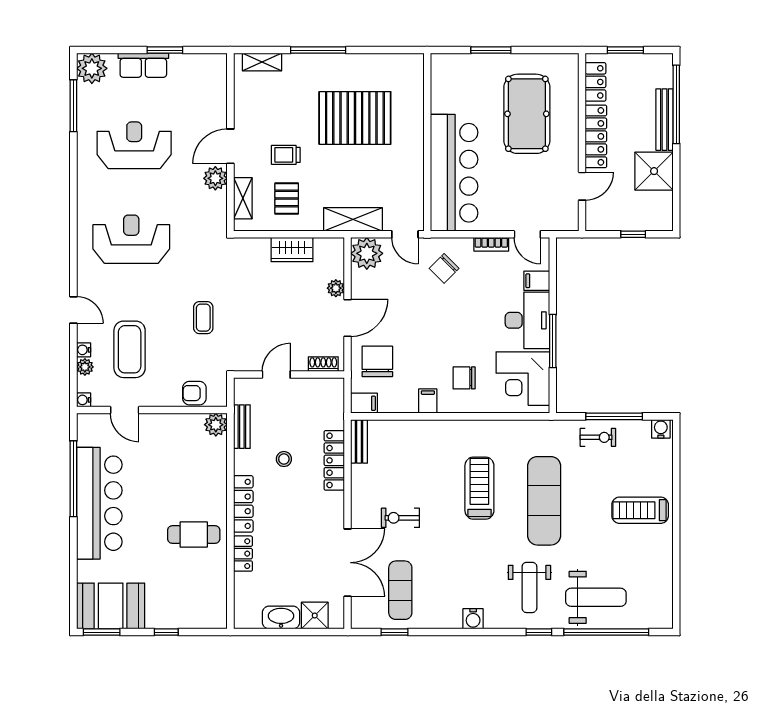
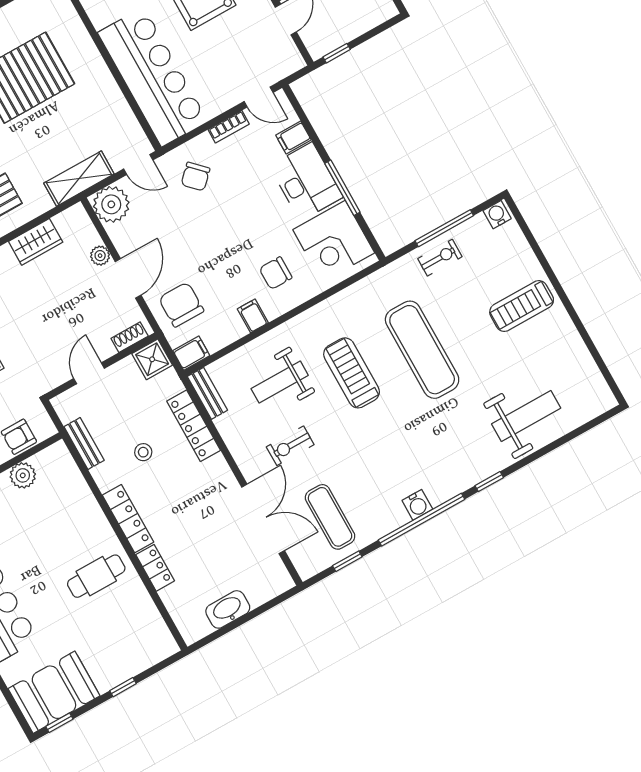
window: (633, 234) -> (337, 53), moved
plant: (216, 425) -> (23, 475), moved
weight bench: (529, 587) -> (280, 382), moved, turned 90
shower: (315, 616) -> (152, 359), moved
window: (102, 632) -> (59, 723), width x0.67
window: (606, 632) -> (421, 520), moved

